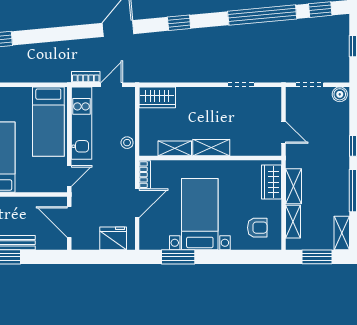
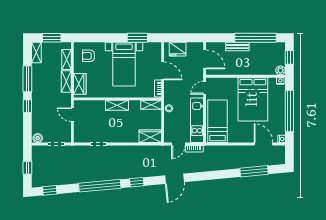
window: (262, 15) -> (100, 186), moved
shelving: (175, 148) -> (151, 105), moved
door: (137, 203) -> (163, 71), swing flipped

